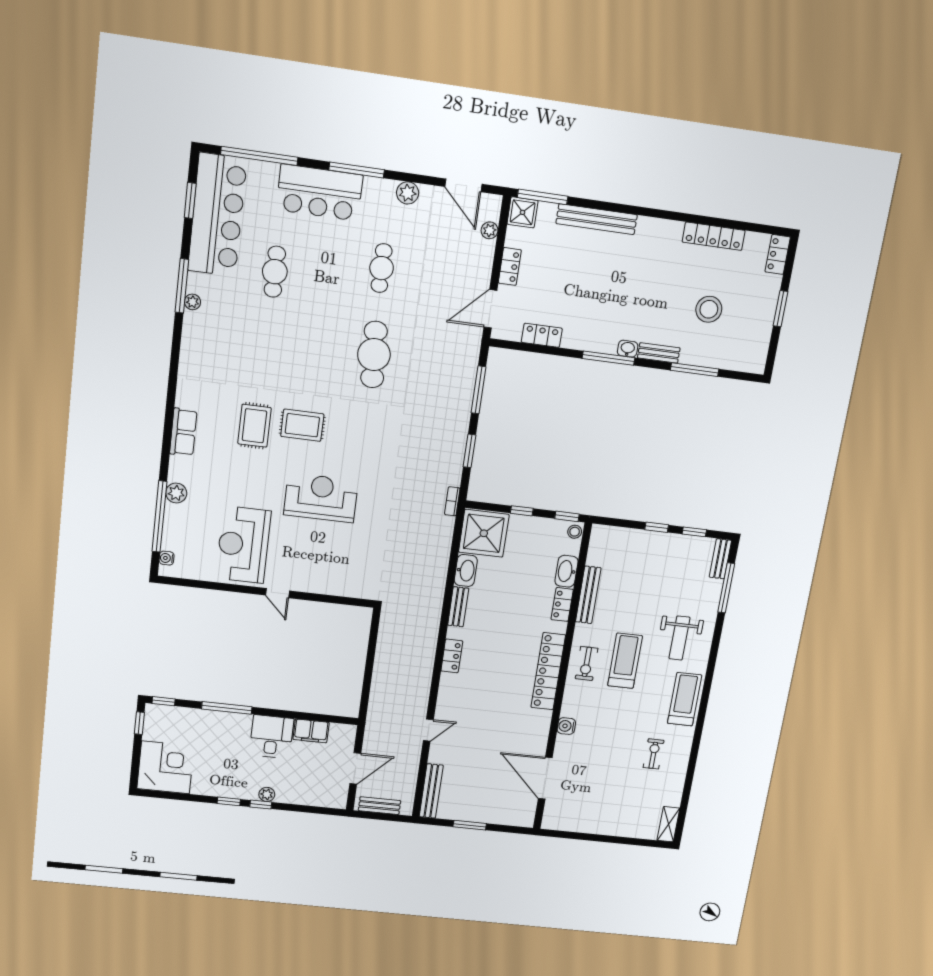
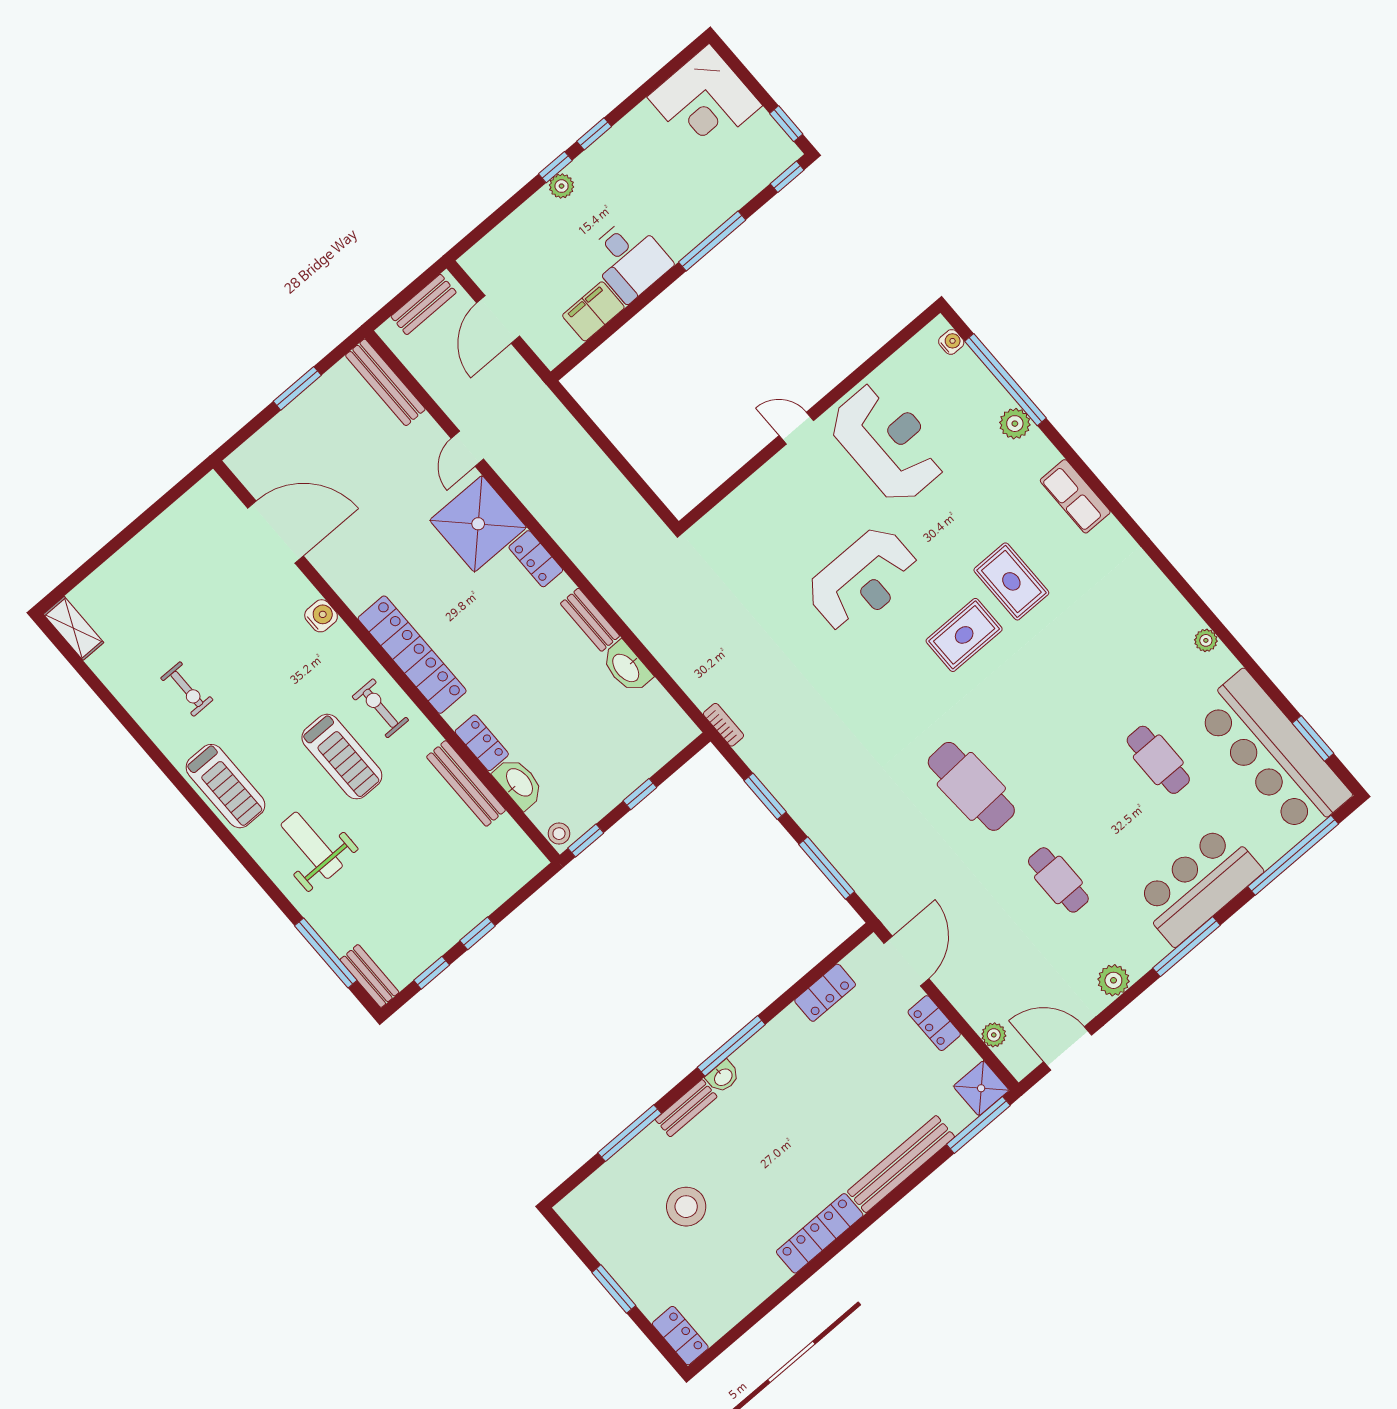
locker: (714, 236) -> (820, 1233), moved
window: (182, 286) -> (1233, 645), removed
shower: (484, 533) -> (478, 524), moved

